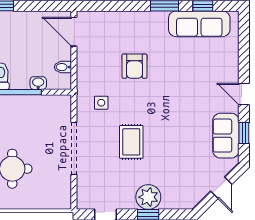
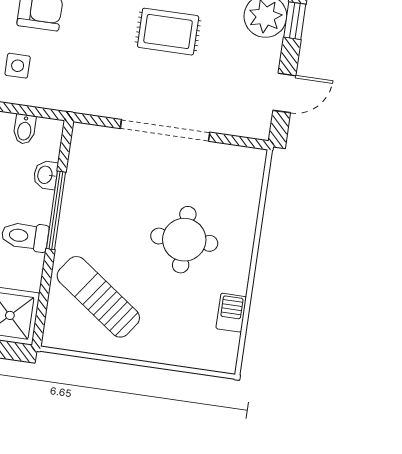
side table: (101, 103) -> (18, 66), moved

